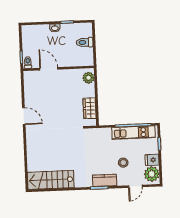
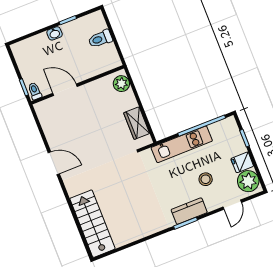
kitchen unit: (133, 133) -> (182, 144), moved
stairs: (51, 180) -> (92, 224), moved, turned 90

